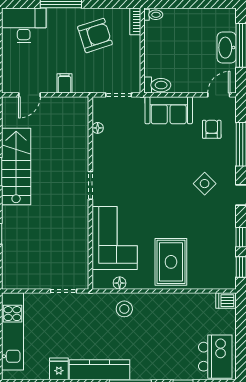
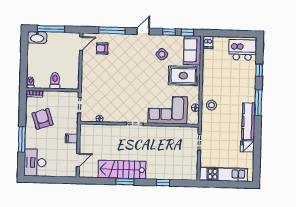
washbasin: (227, 48) -> (37, 38), moved
toilet: (157, 85) -> (55, 81), moved
door: (29, 95) -> (78, 160), hinge flipped
door: (219, 95) -> (81, 43), swing flipped
sofa: (169, 110) -> (192, 50), moved, turned 180
side table: (205, 184) -> (162, 54), moved

